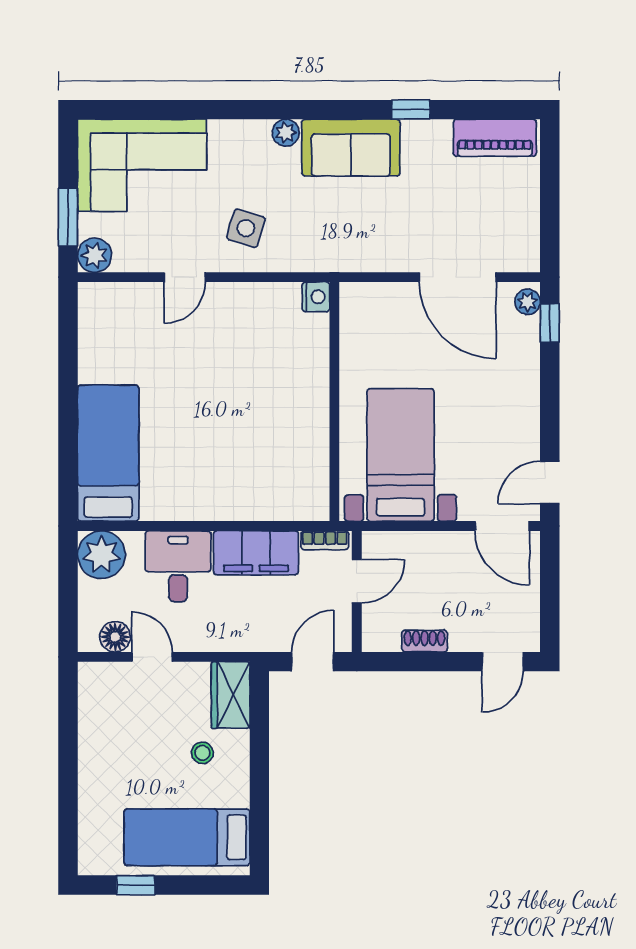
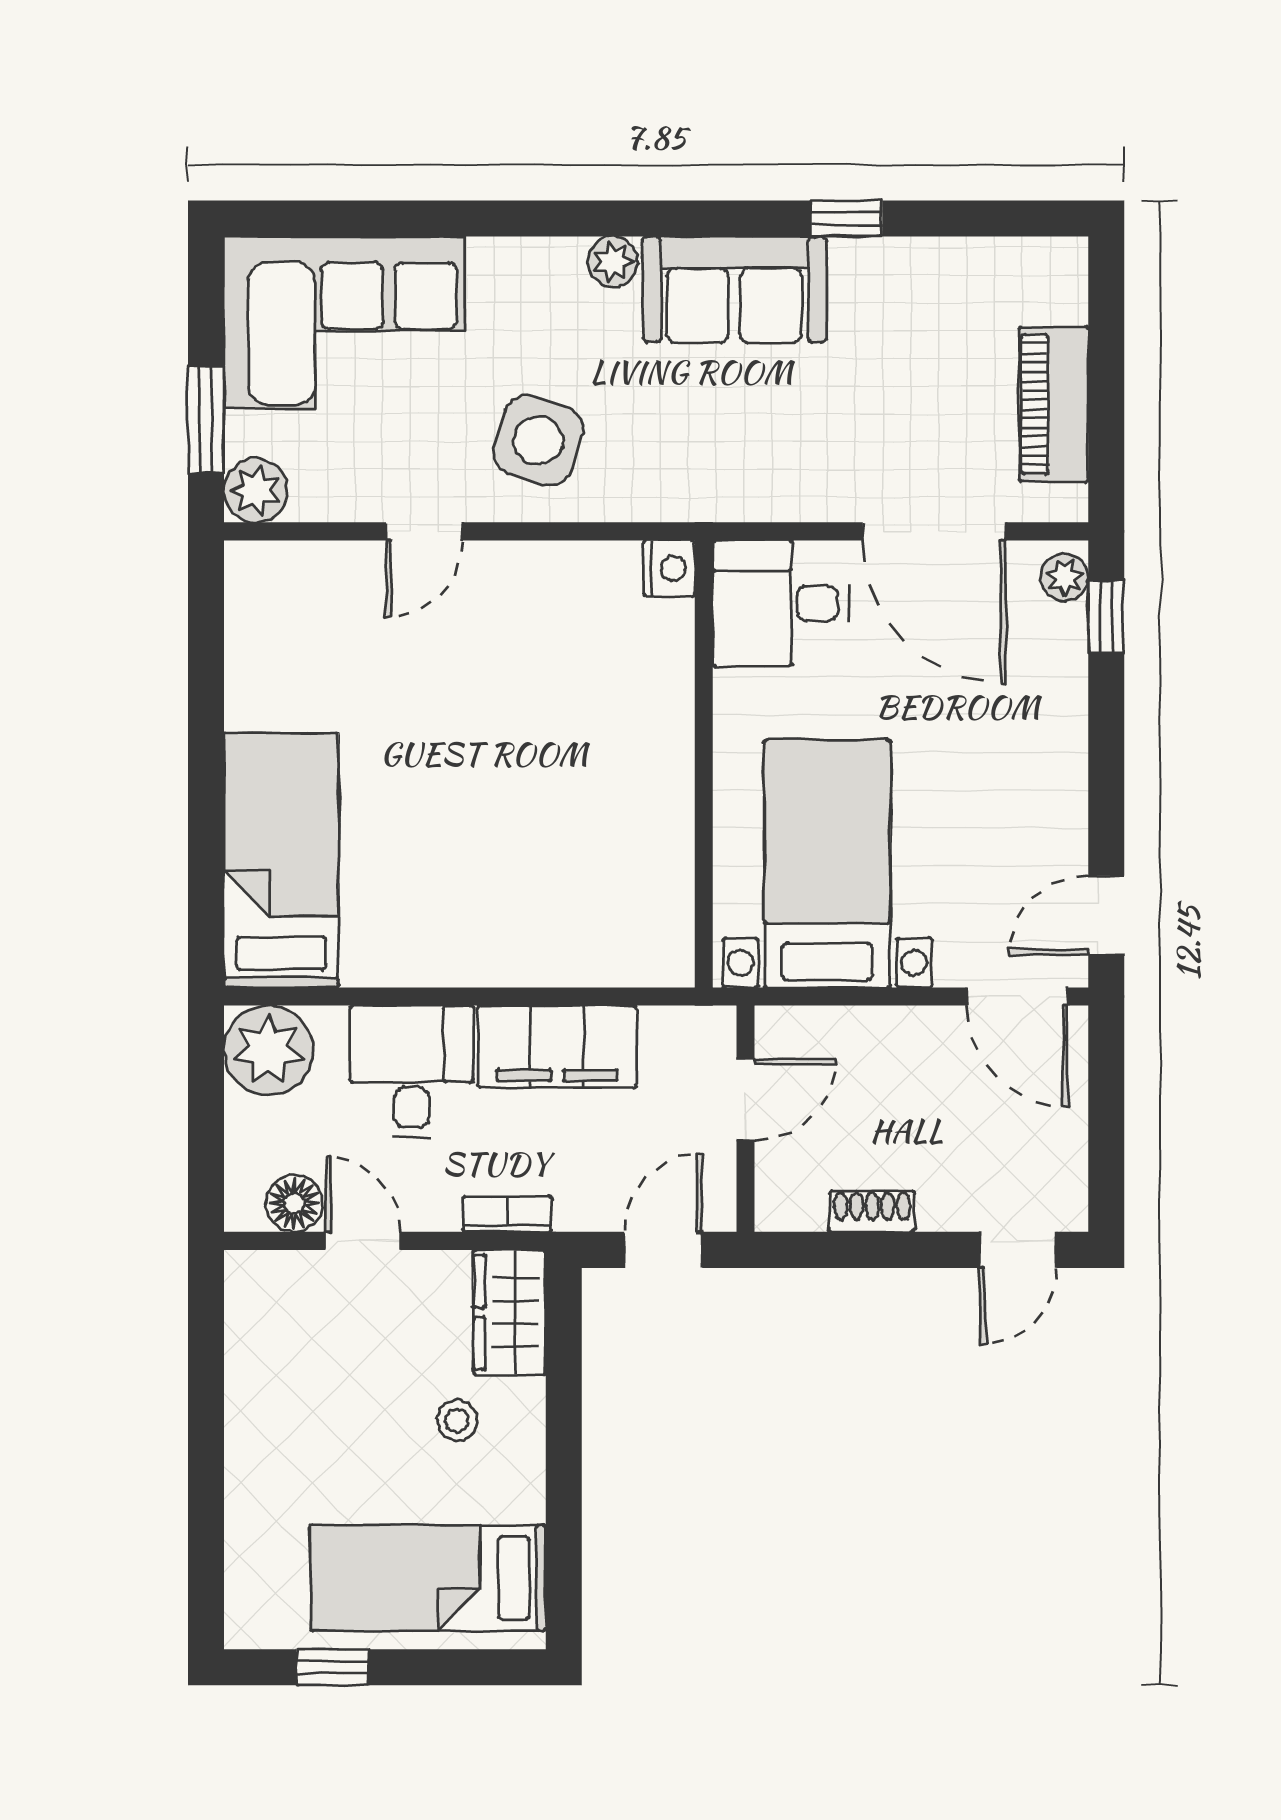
piano: (495, 138) -> (1054, 404), moved, turned 90
side table: (246, 228) -> (538, 440), width x1.37, depth x1.37
desk: (376, 316) -> (781, 603), added
bookcase: (325, 540) -> (507, 1214), moved, turned 180

